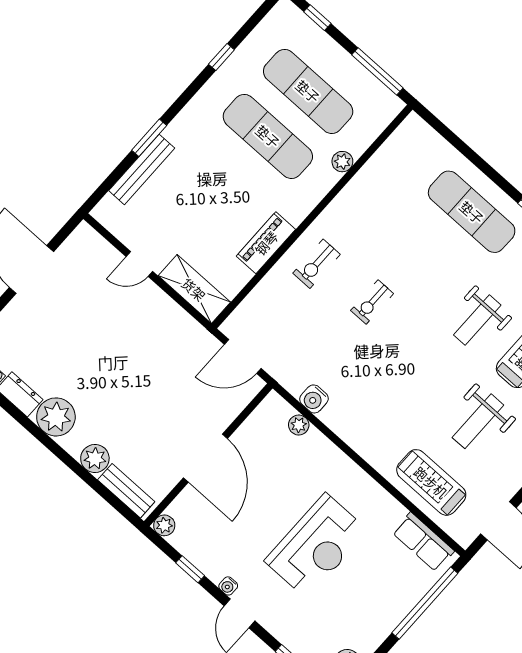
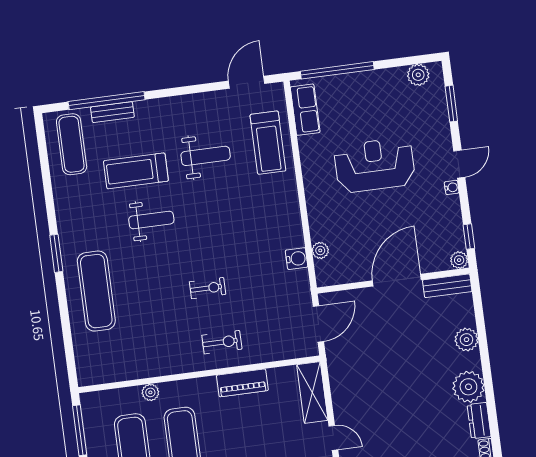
door: (243, 356) -> (318, 324), hinge flipped
bench: (126, 491) -> (447, 286), moved, turned 90
window: (190, 569) -> (469, 237), moved

